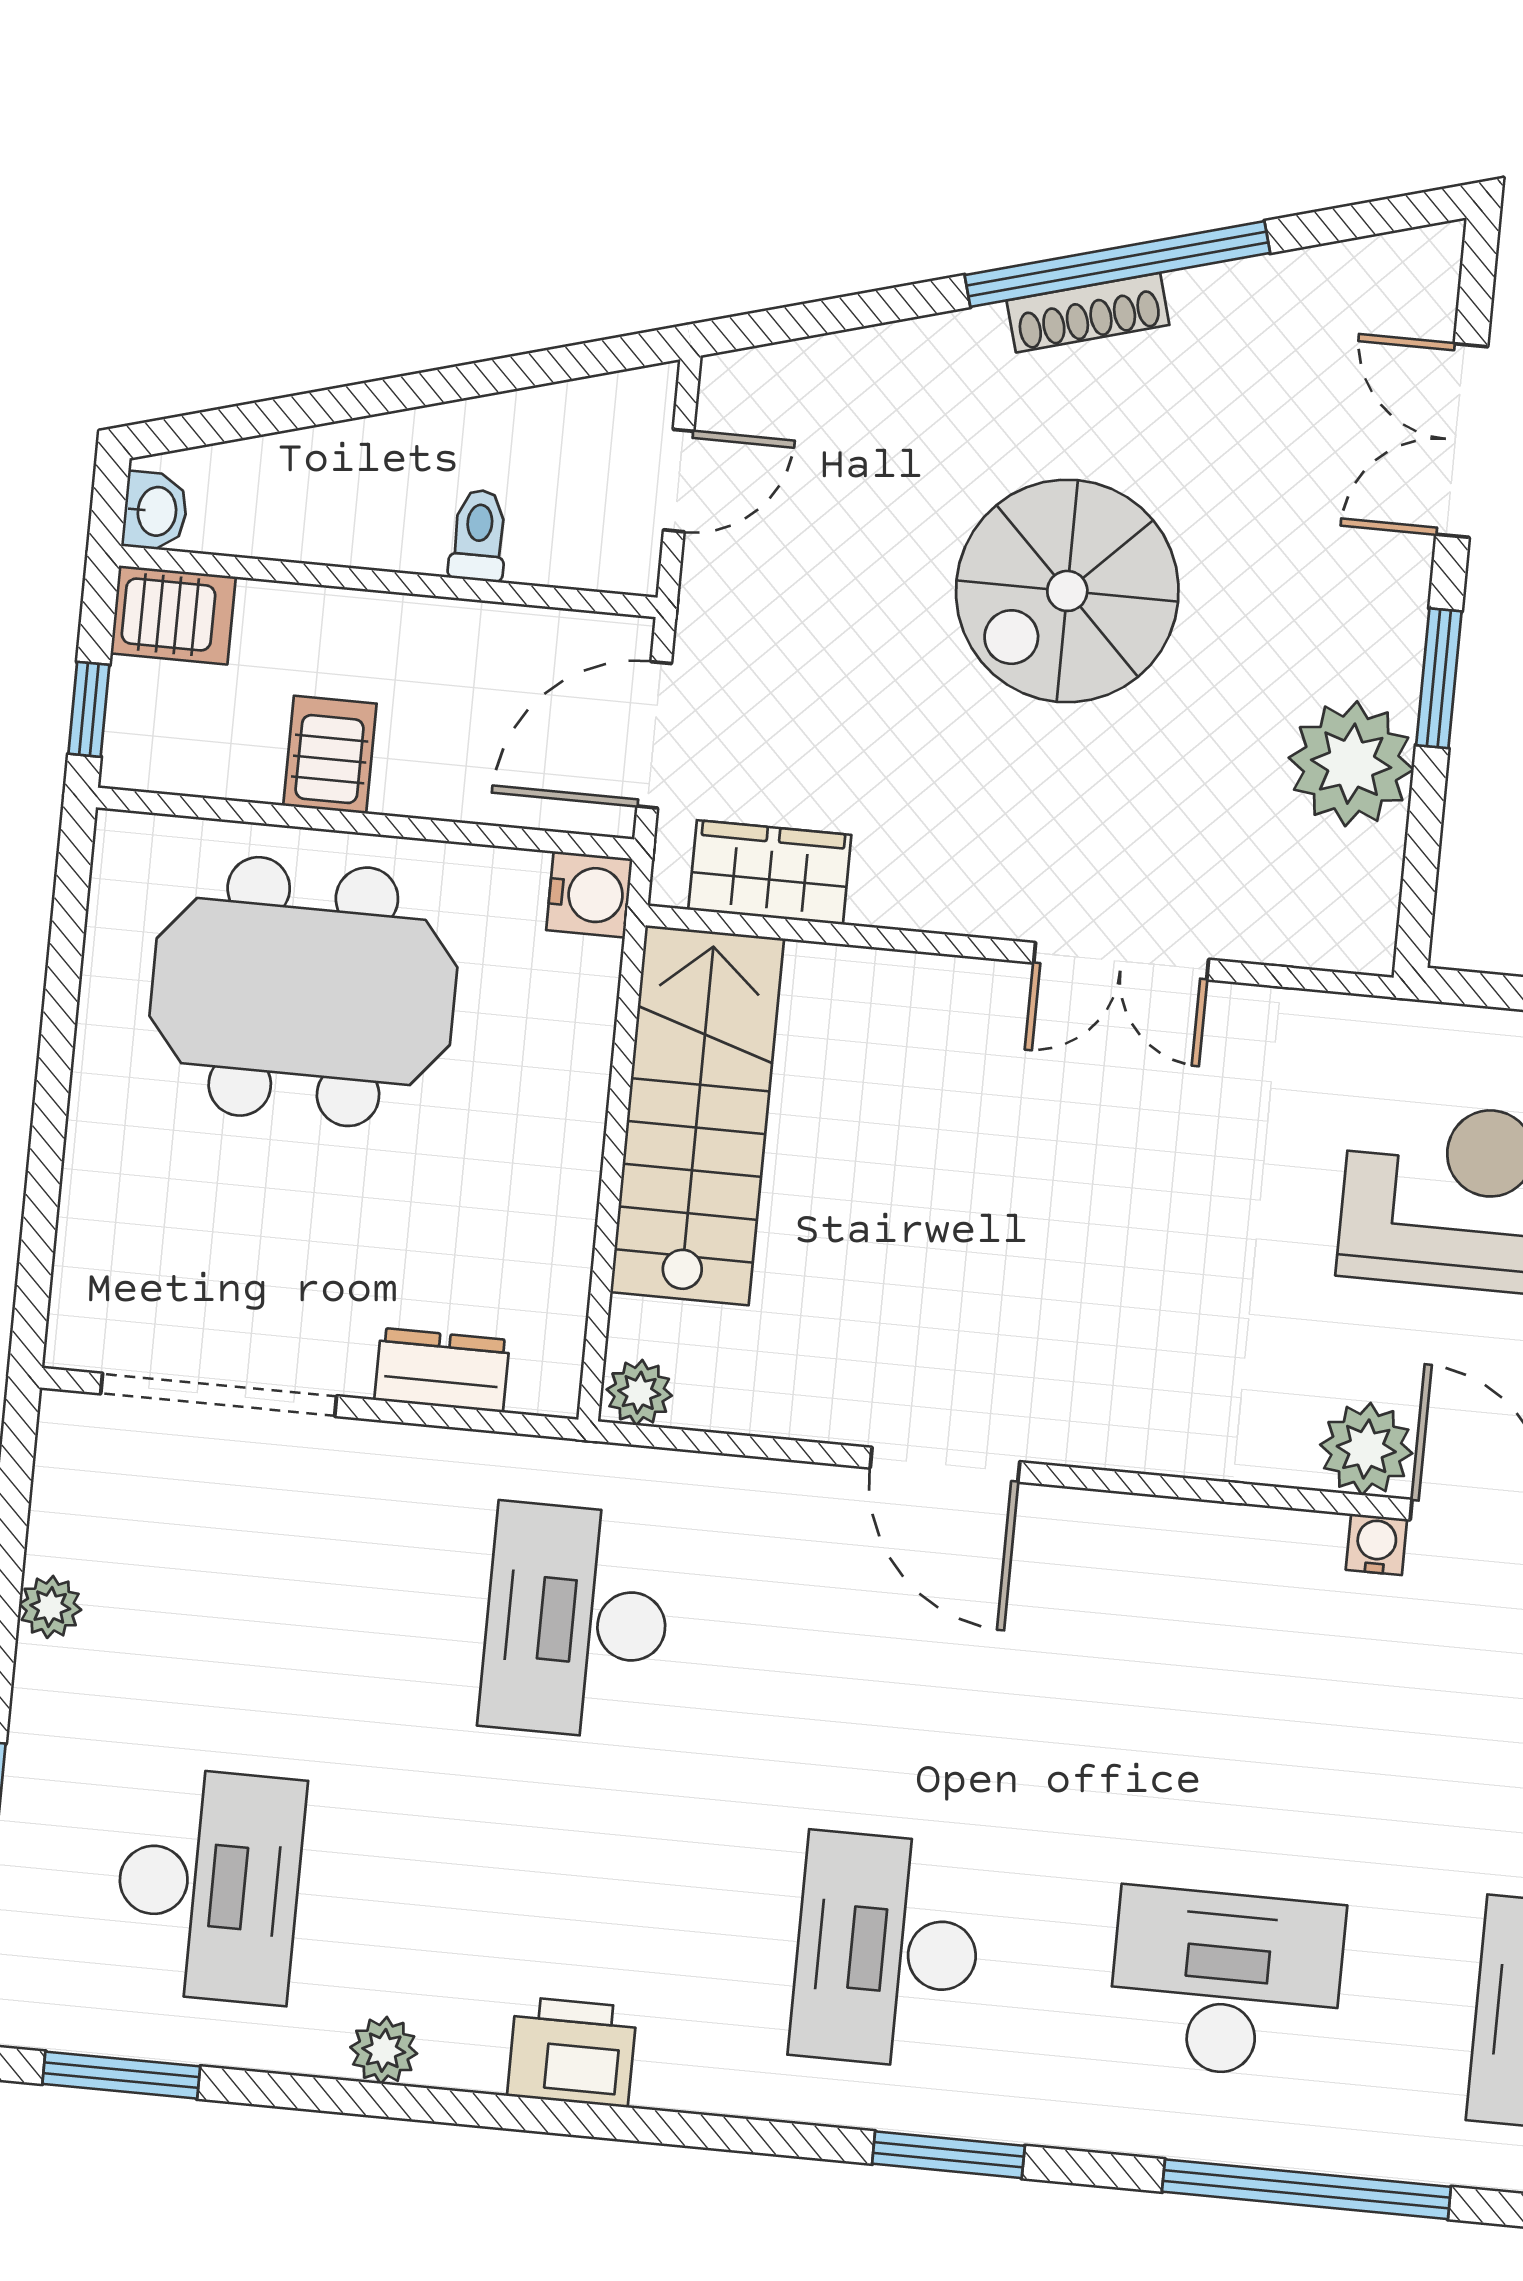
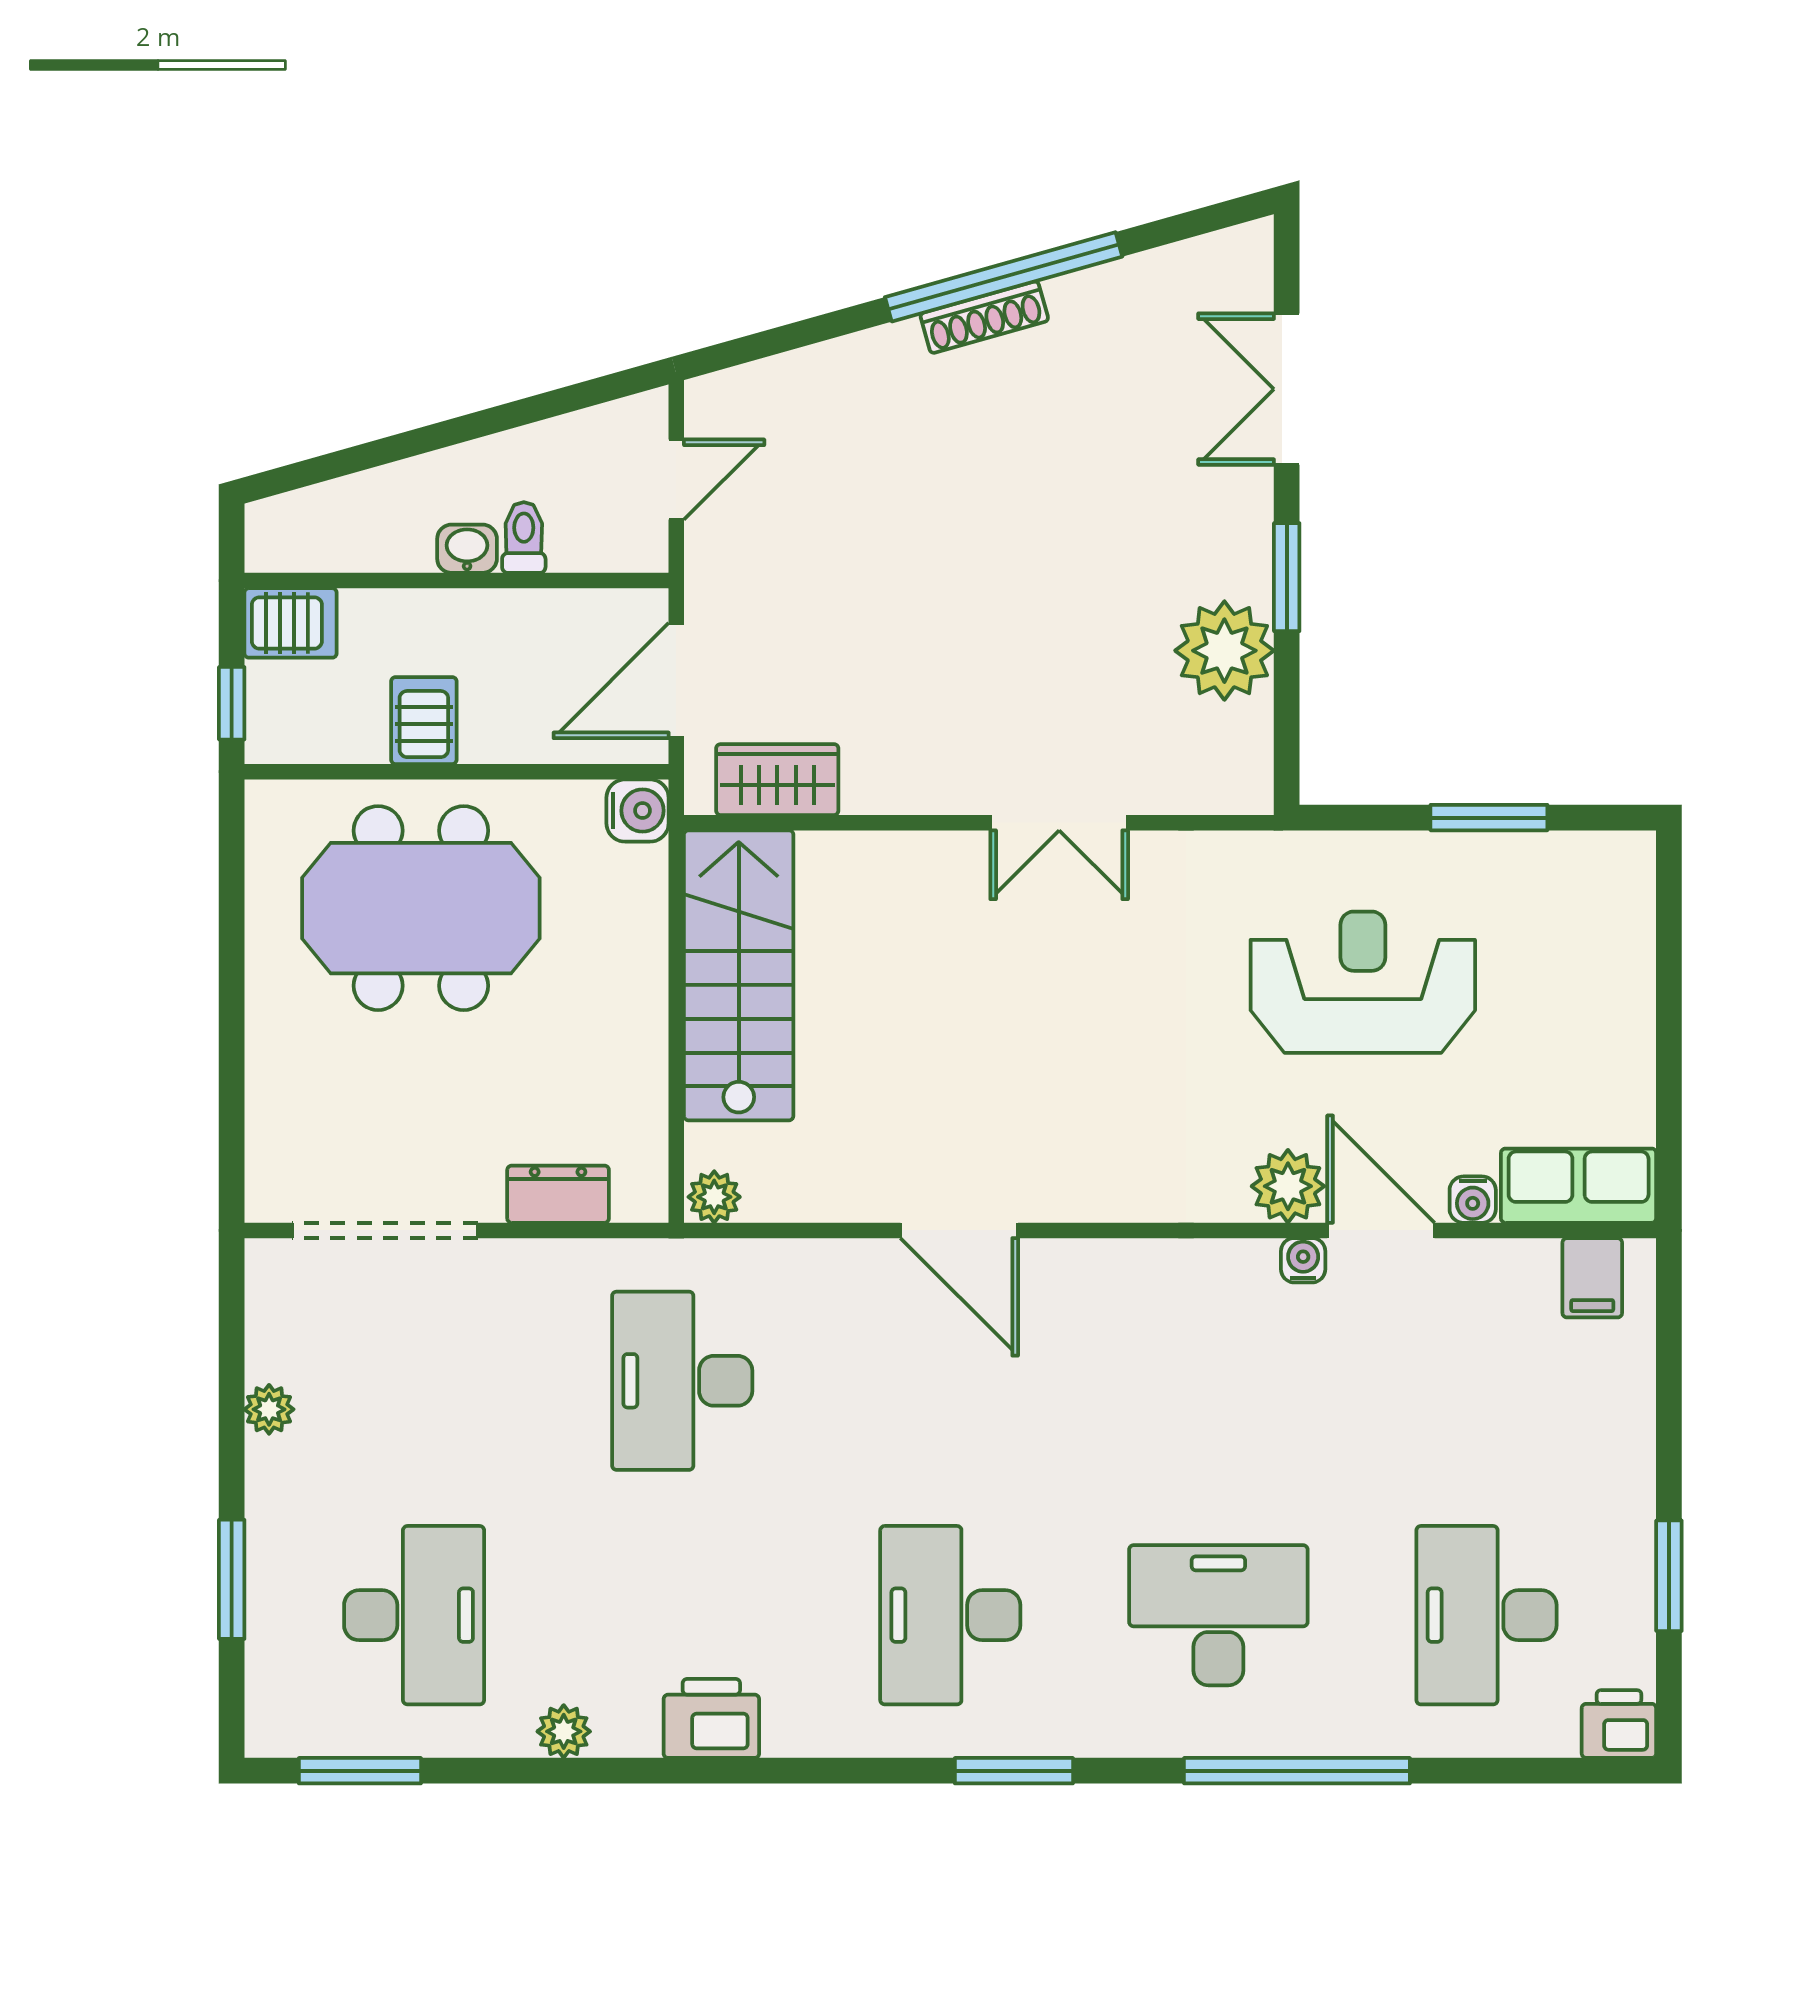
washbasin: (155, 511) -> (467, 549), moved, turned -90
spiral stairs: (1067, 591) -> (989, 537), removed

